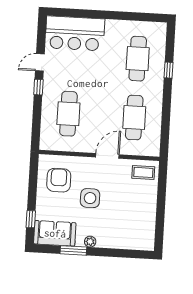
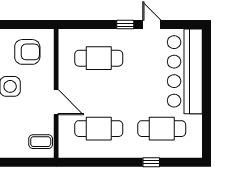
bar counter: (75, 33) -> (185, 71), width x1.36
coffee table: (143, 172) -> (41, 142), turned 90

